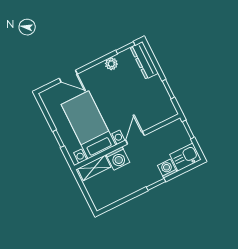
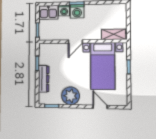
dresser: (144, 60) -> (44, 79), moved
plant: (111, 64) -> (71, 96), width x1.87, depth x1.87
washing machine: (118, 158) -> (77, 11), moved, turned 180

